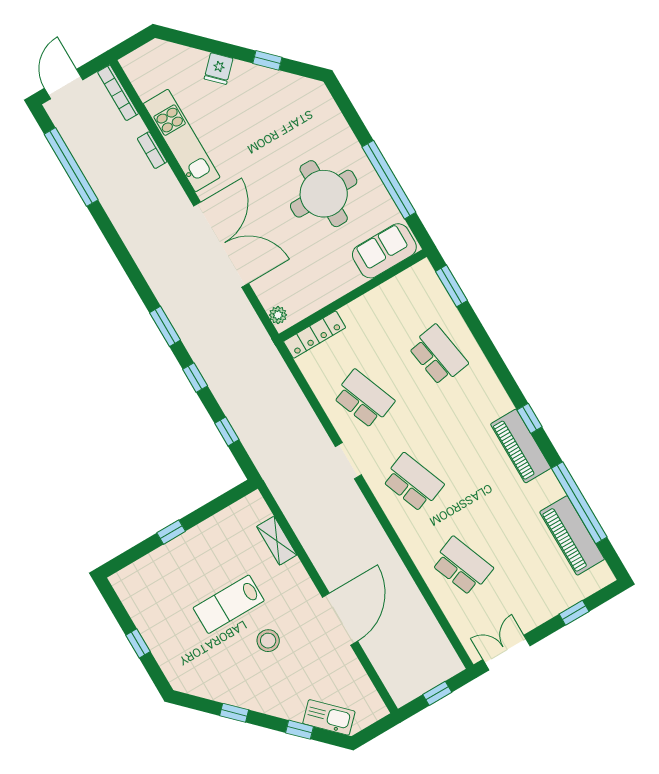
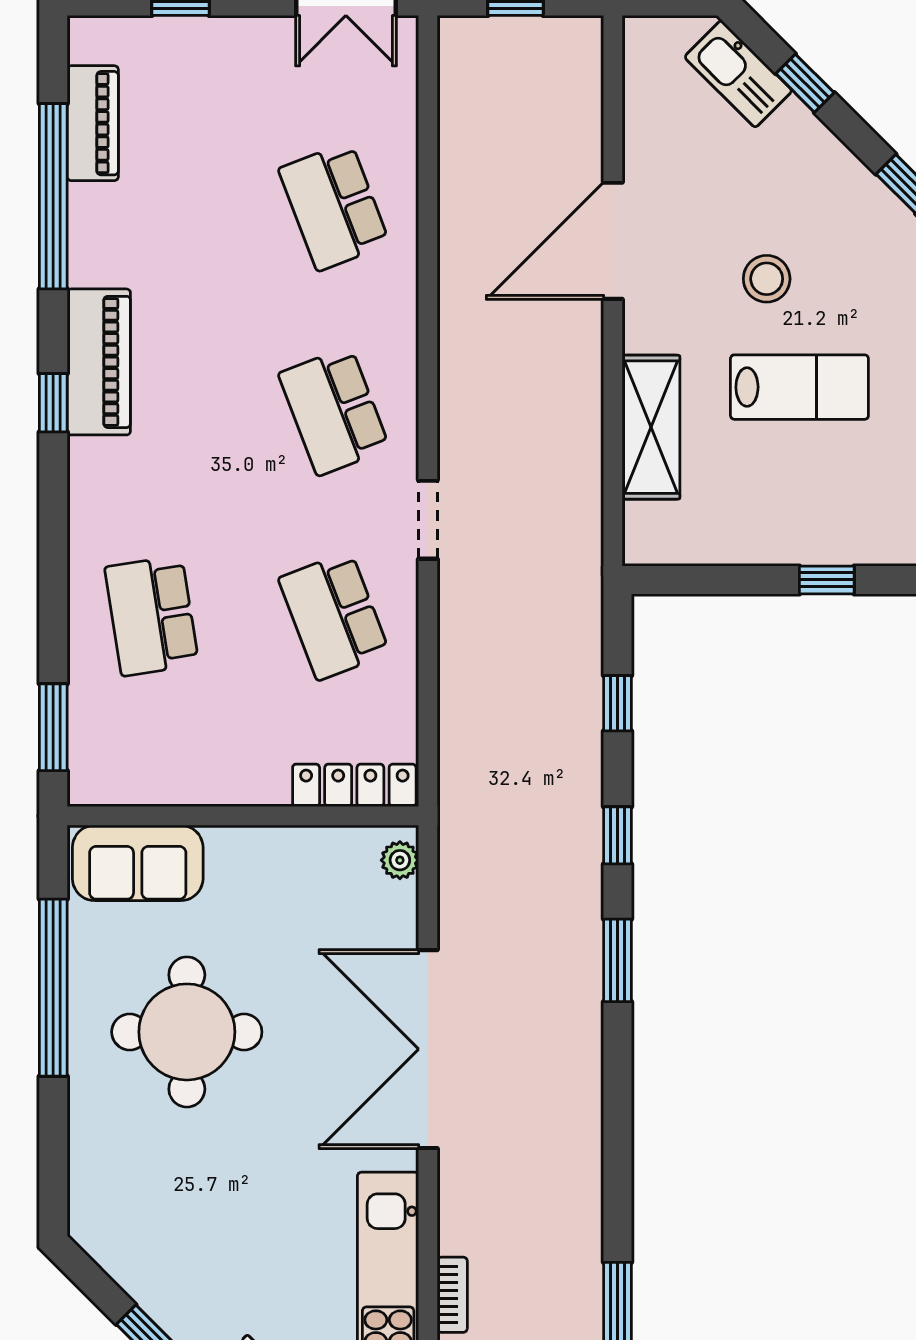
piano: (572, 535) -> (93, 123), width x0.73, depth x0.75
shelving: (277, 541) -> (651, 427), width x1.50, depth x1.33

